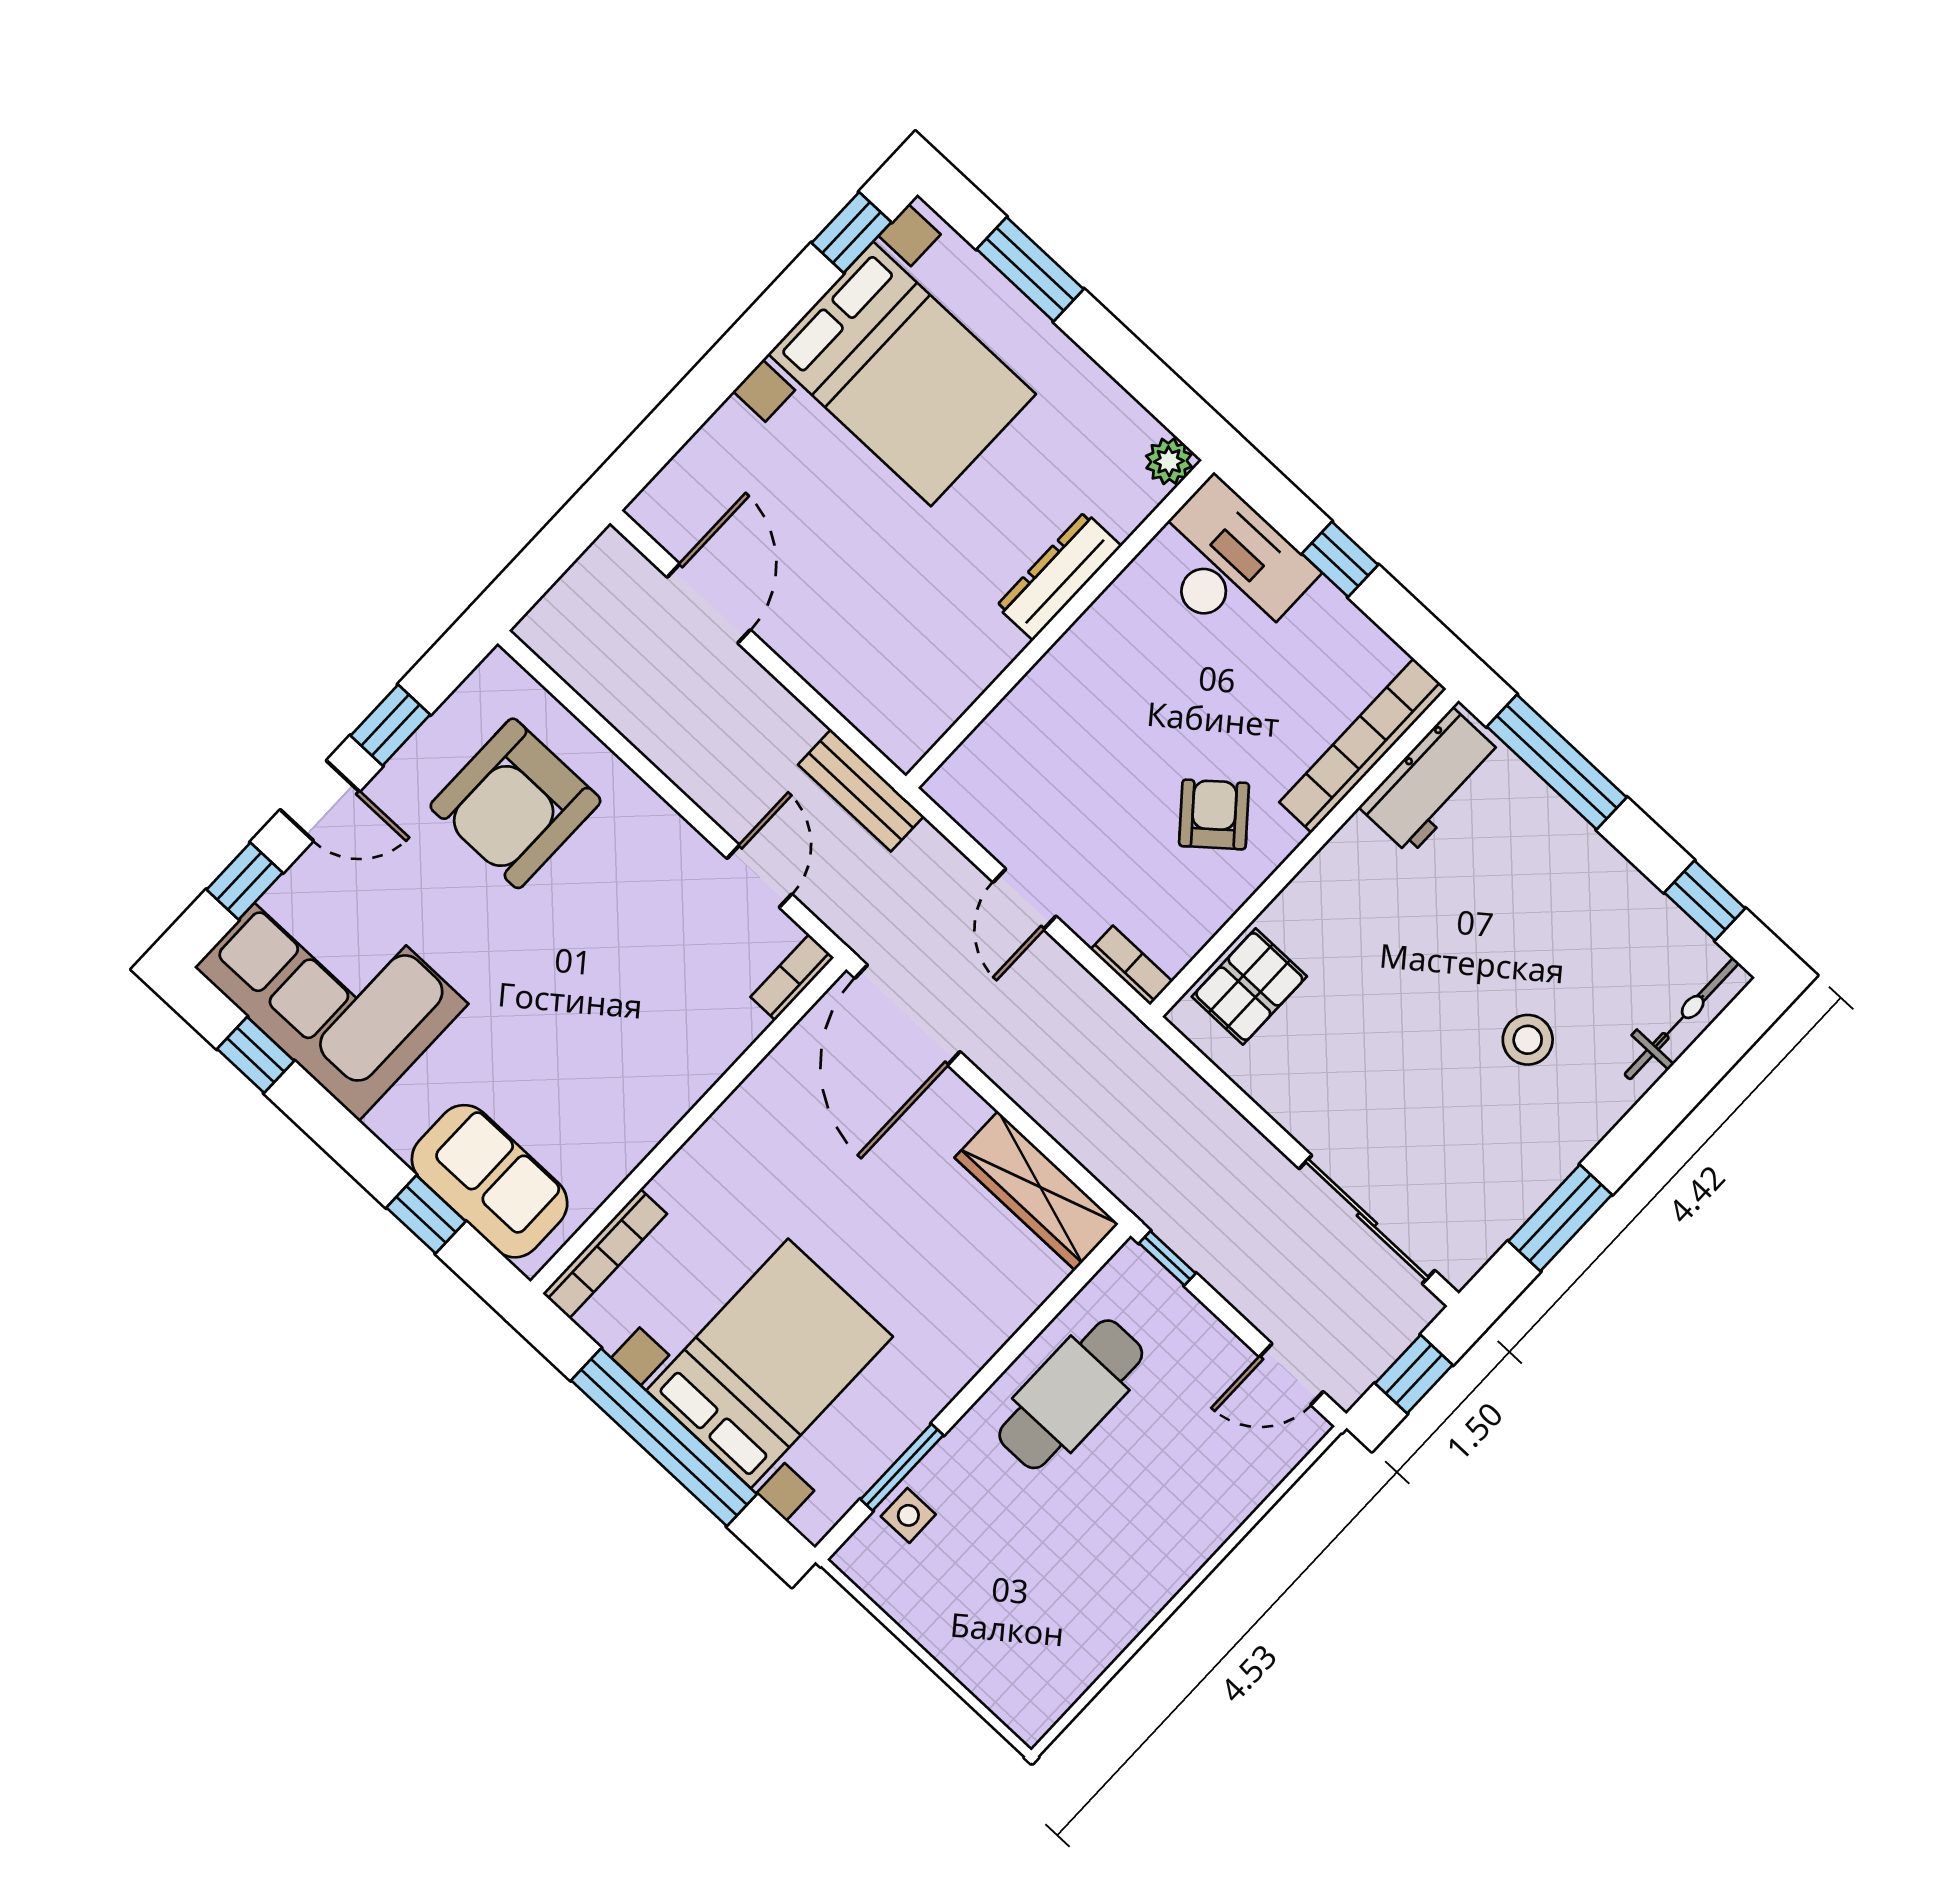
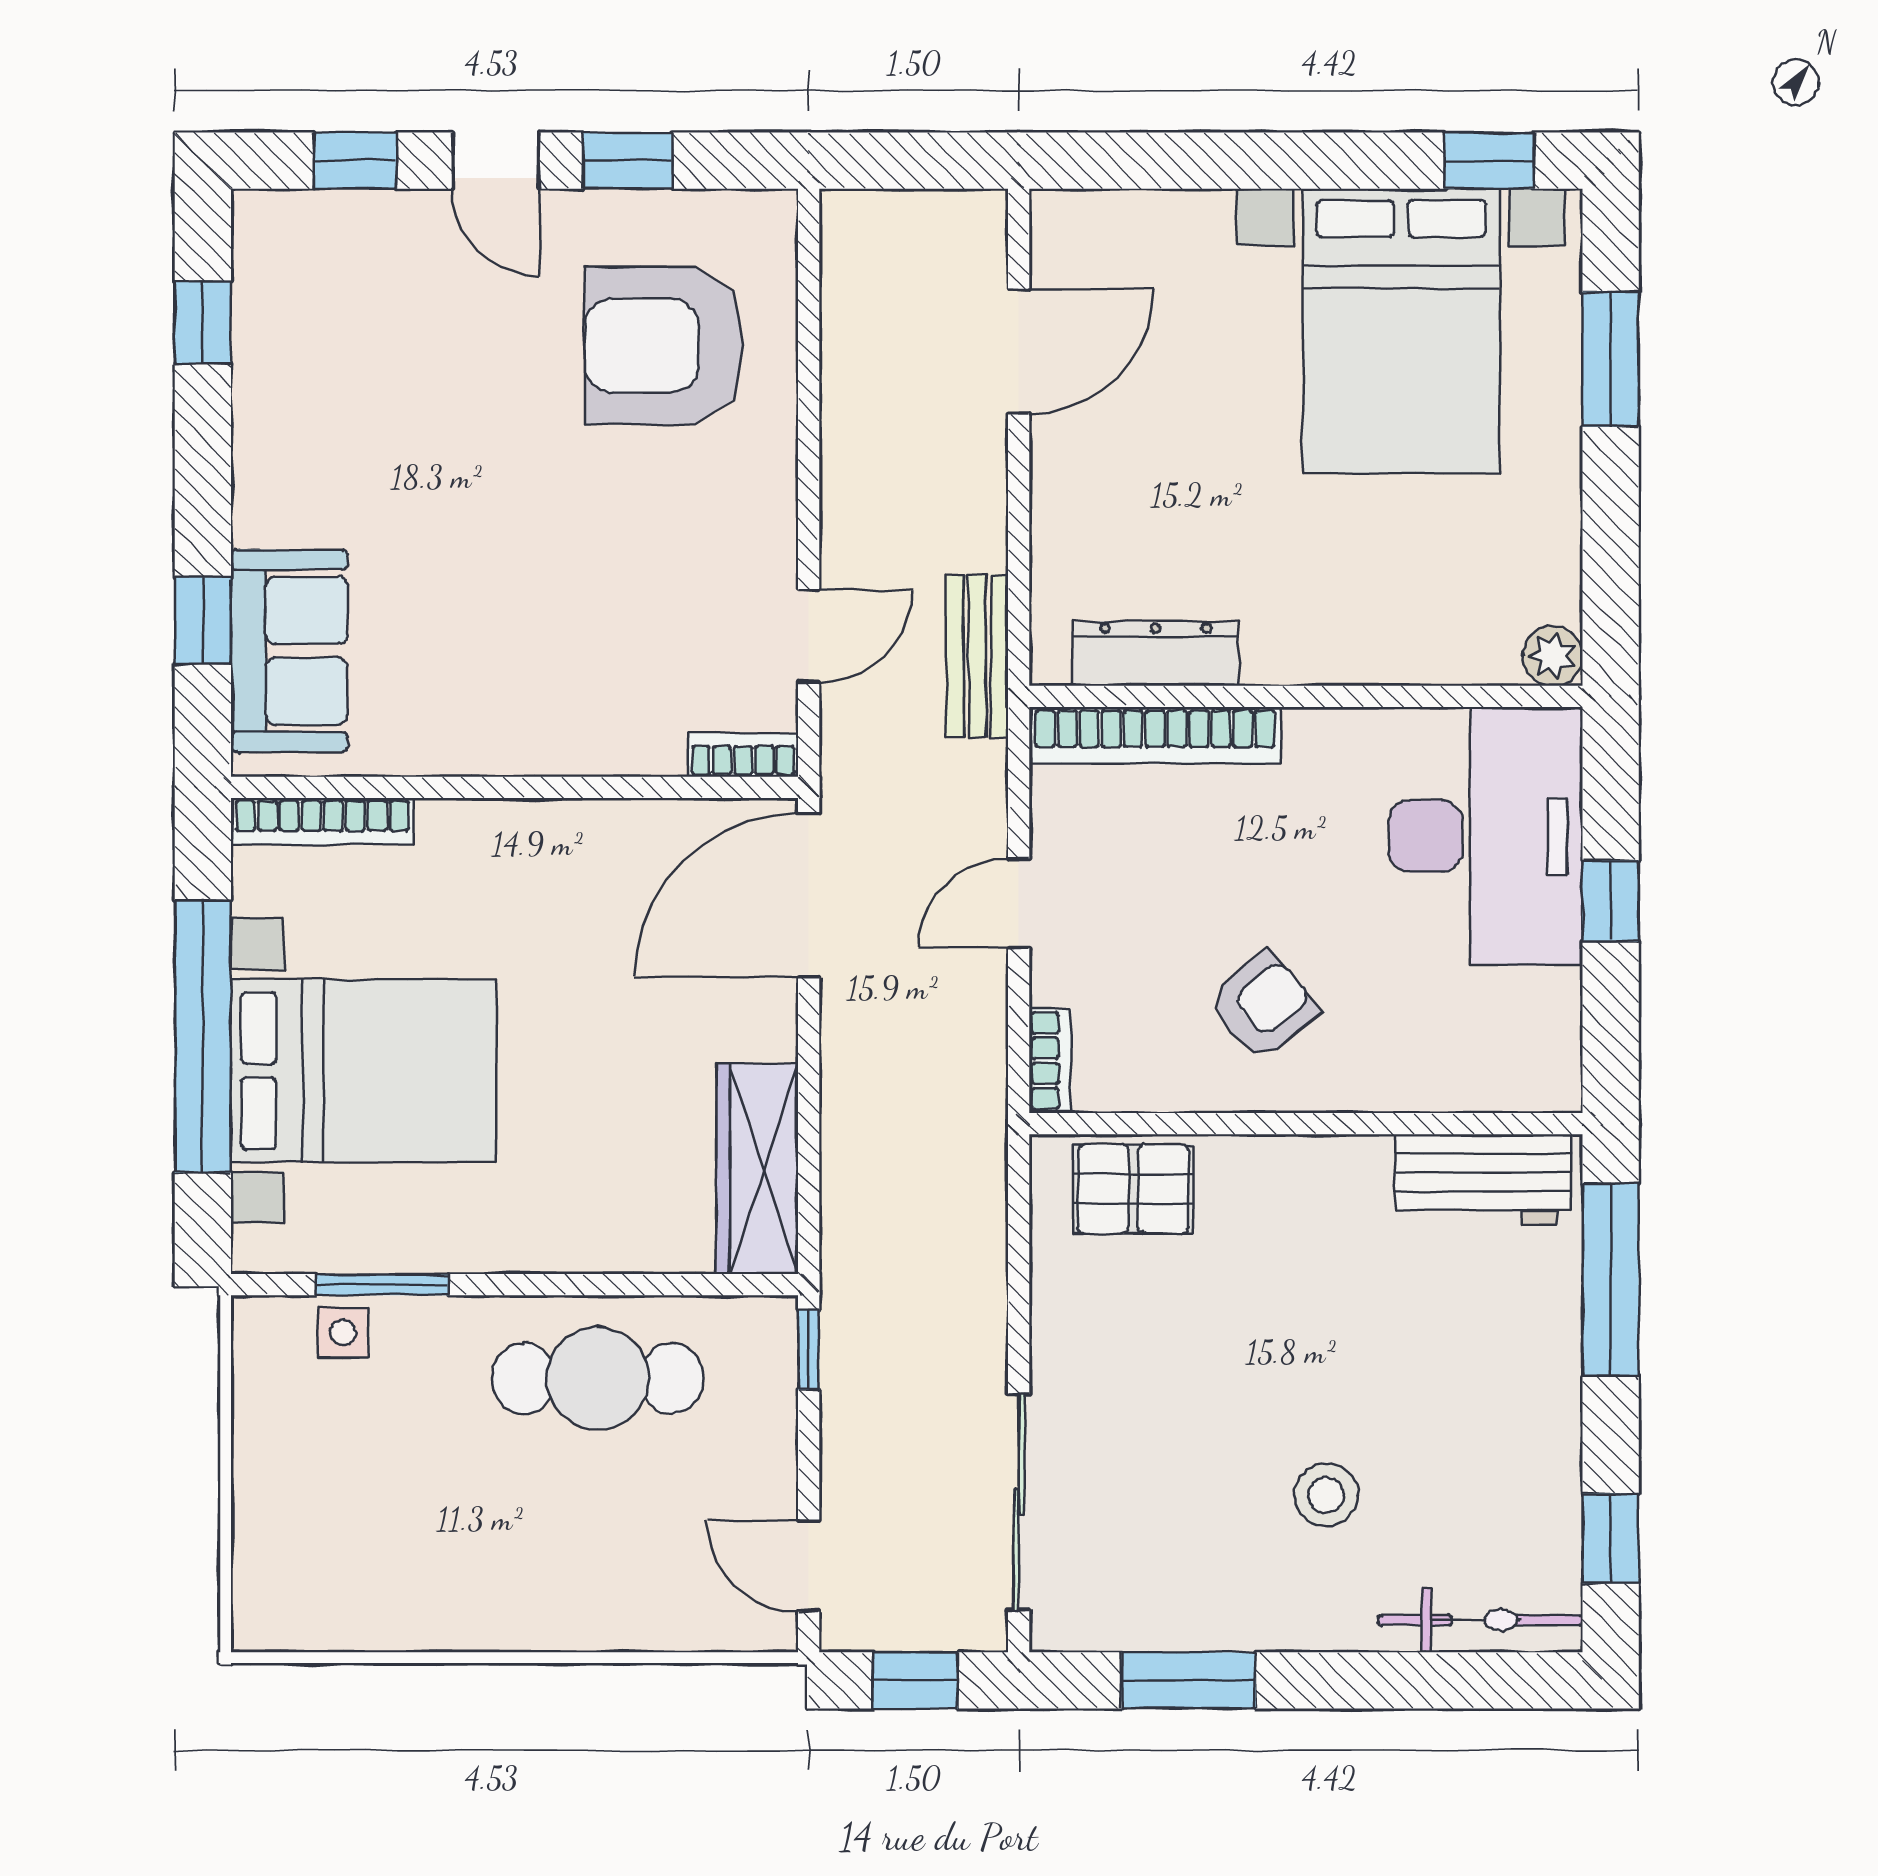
desk: (1228, 565) -> (1486, 836), width x1.36, depth x1.30
dresser: (1059, 576) -> (1156, 653), moved
bookcase: (1363, 746) -> (1155, 735), moved, turned 180
corner sofa: (331, 986) -> (334, 333), removed

